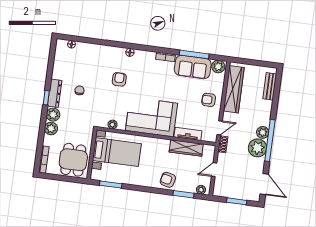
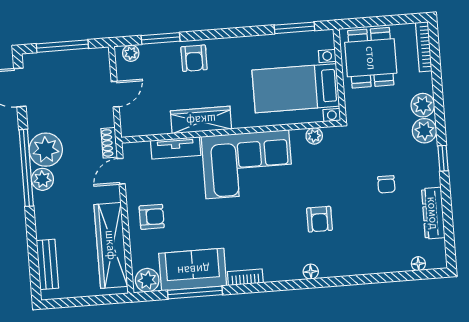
dresser: (55, 93) -> (433, 213), moved
wardrobe: (186, 148) -> (201, 120), moved
armchair: (168, 180) -> (194, 58), turned 77
window: (237, 201) -> (62, 46), width x1.44

